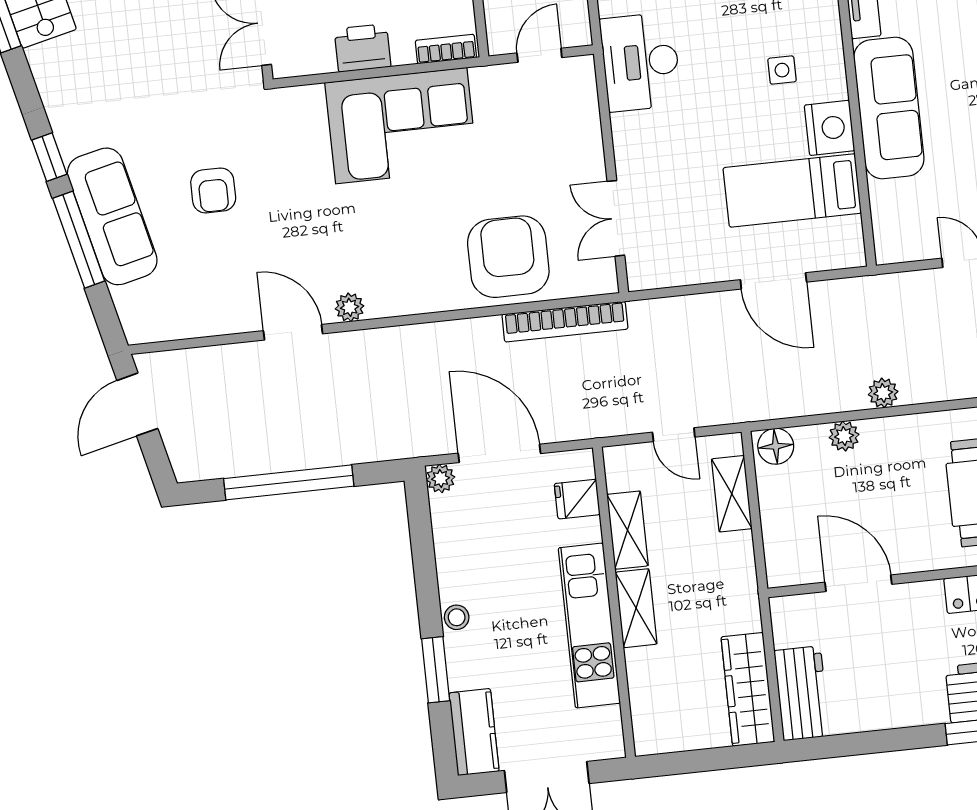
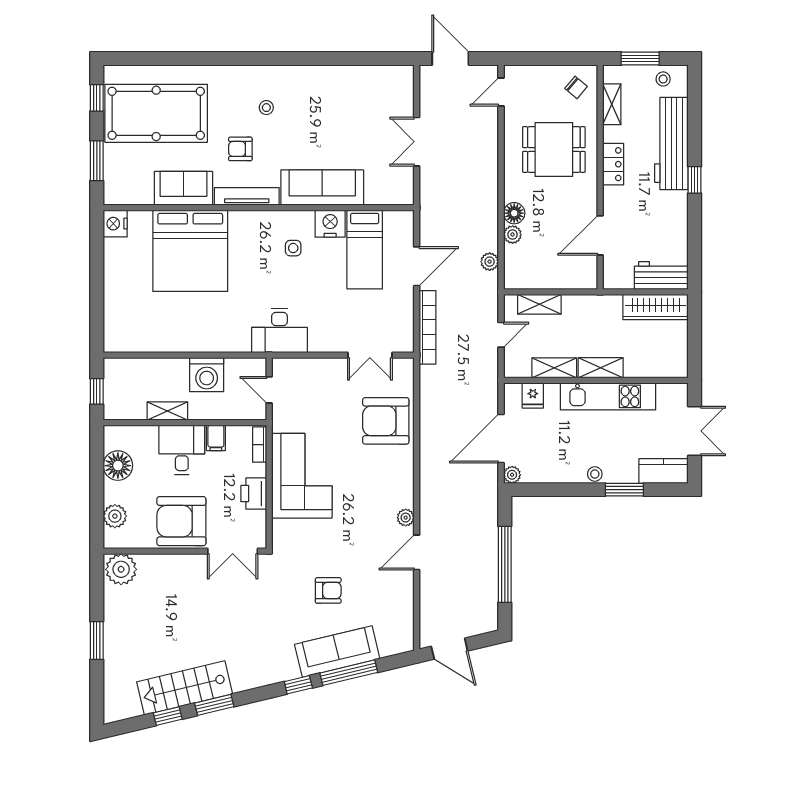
bookcase: (565, 322) -> (428, 327), moved
plant: (883, 393) -> (490, 262), moved
floor lamp: (776, 446) -> (514, 213), moved

